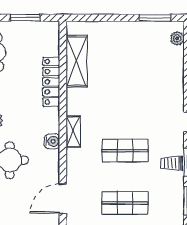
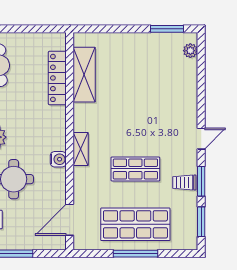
window: (25, 18) -> (30, 29), removed
locker: (51, 82) -> (57, 78), moved
shop shelf: (125, 203) -> (135, 224), width x1.43, depth x1.36

